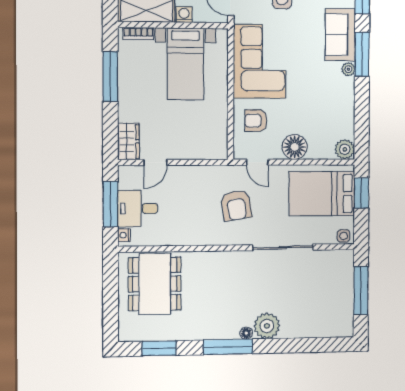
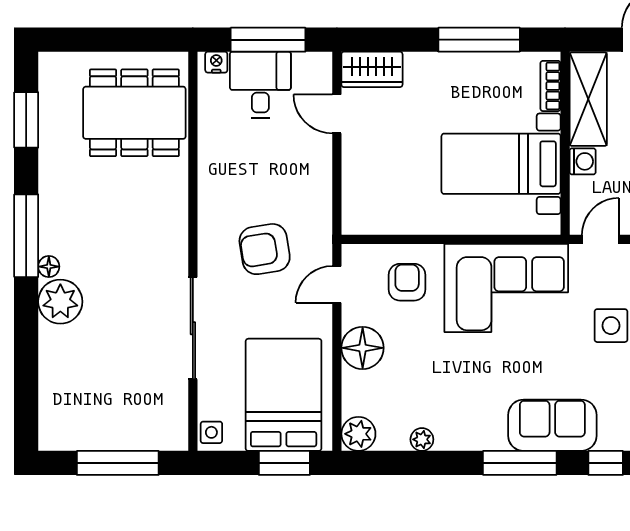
plant: (348, 69) -> (422, 439), moved

